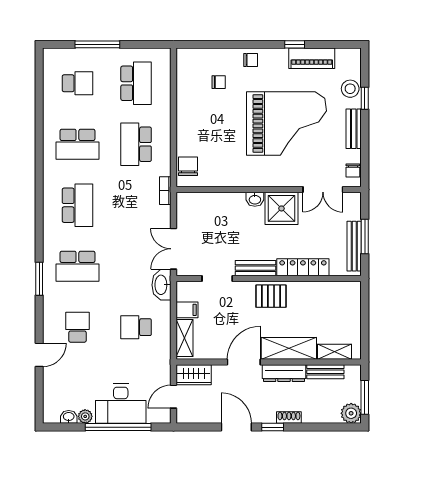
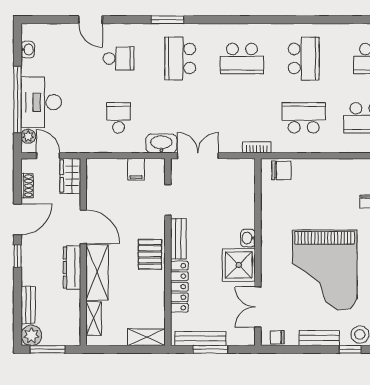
school desk: (77, 144) -> (304, 59), turned 180
shelving: (185, 338) -> (146, 337), moved
bench: (325, 372) -> (28, 305), moved
plant: (85, 416) -> (28, 136), moved
shoe rack: (289, 418) -> (27, 186), moved

